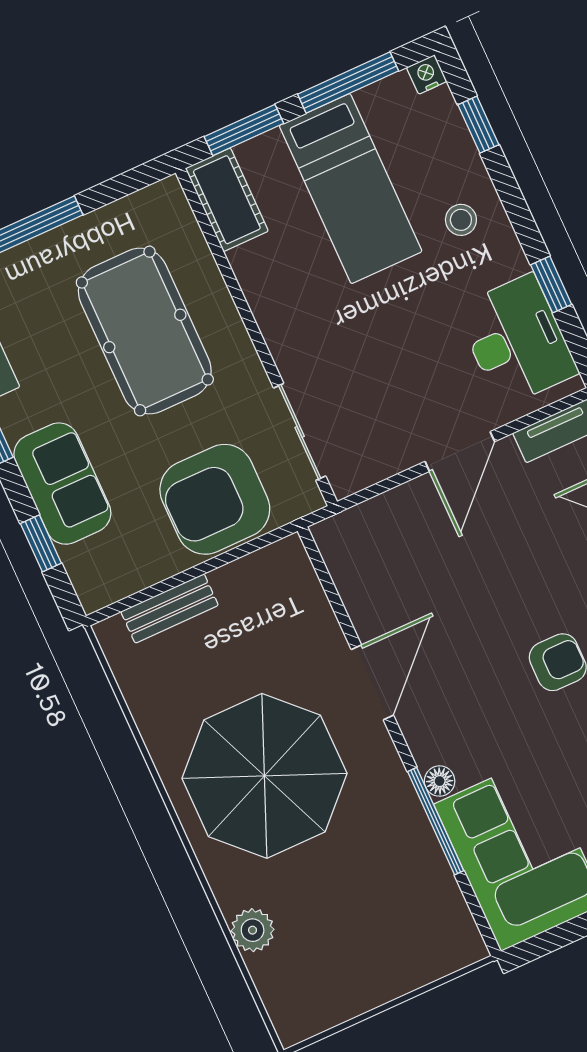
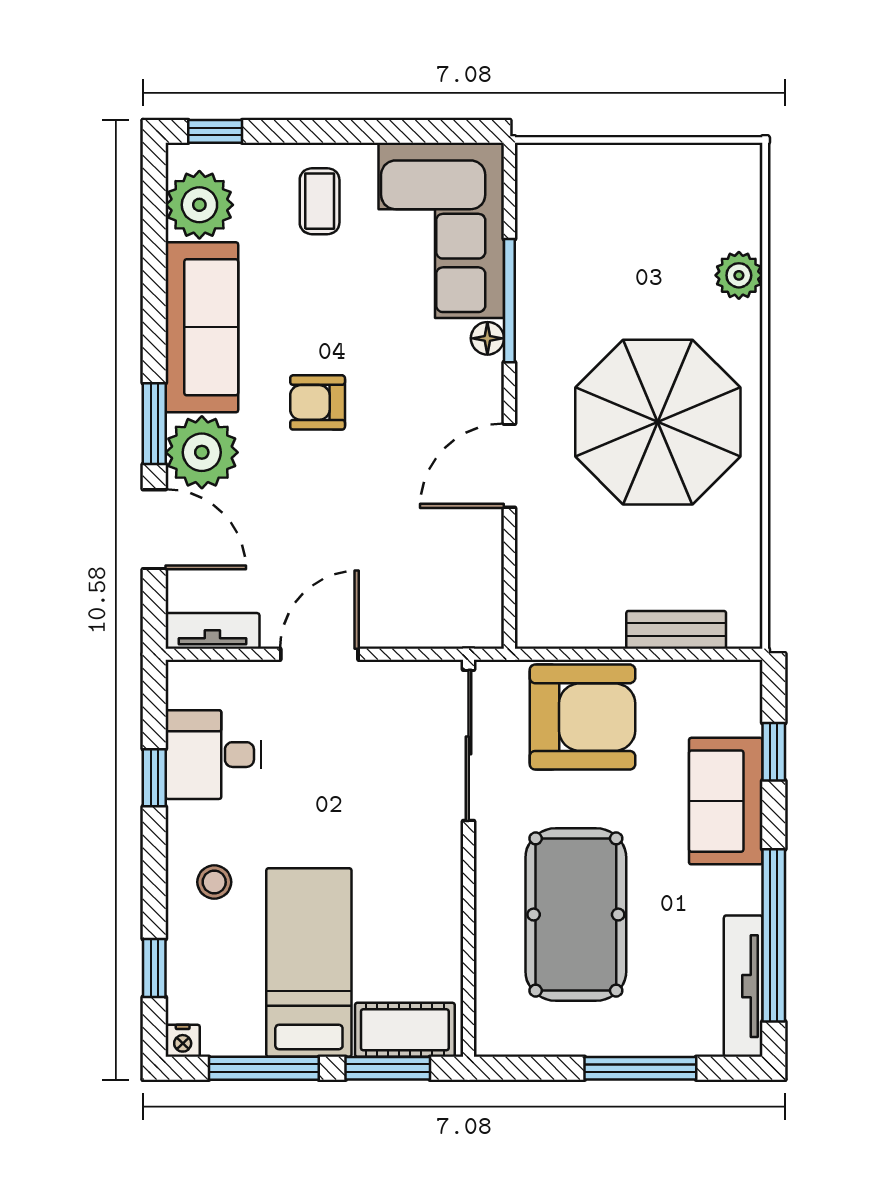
cot: (227, 200) -> (405, 1030), moved, turned 90
desk: (517, 341) -> (214, 755), width x0.73
sliding door: (300, 432) -> (469, 745), width x1.37

